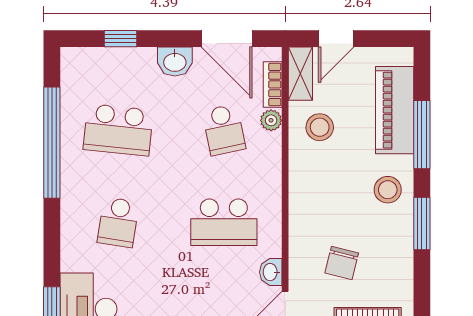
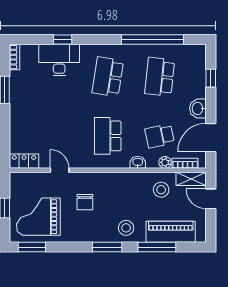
school desk: (118, 222) -> (108, 77), width x1.85
chair: (342, 263) -> (85, 202), turned -104
washbasin: (271, 272) -> (138, 162), moved

